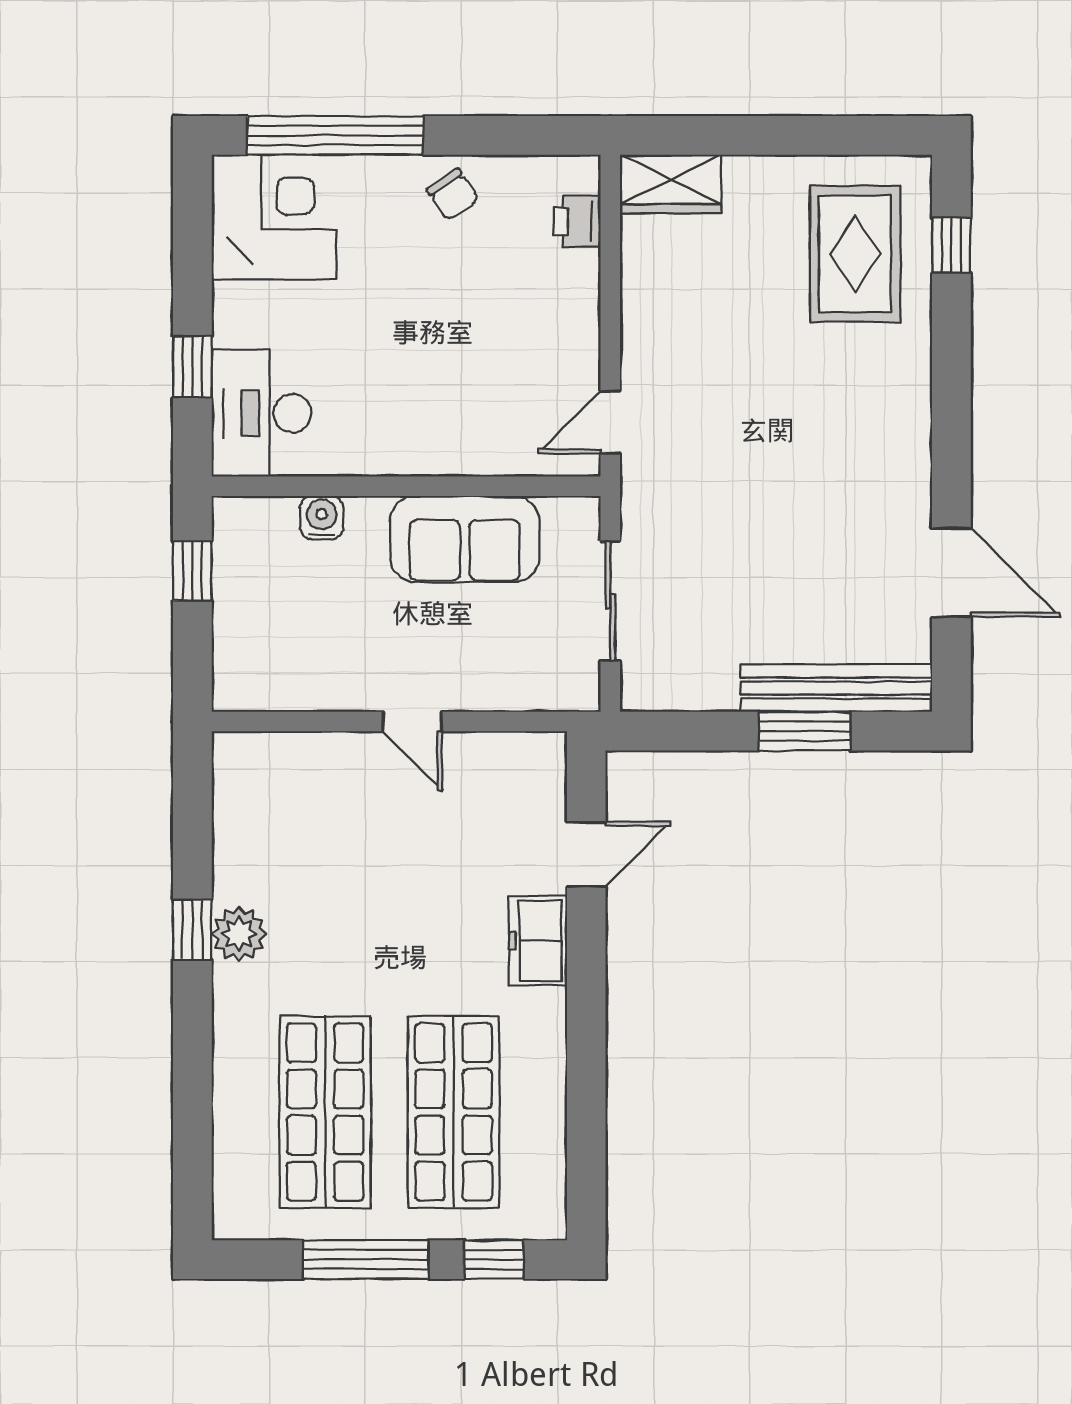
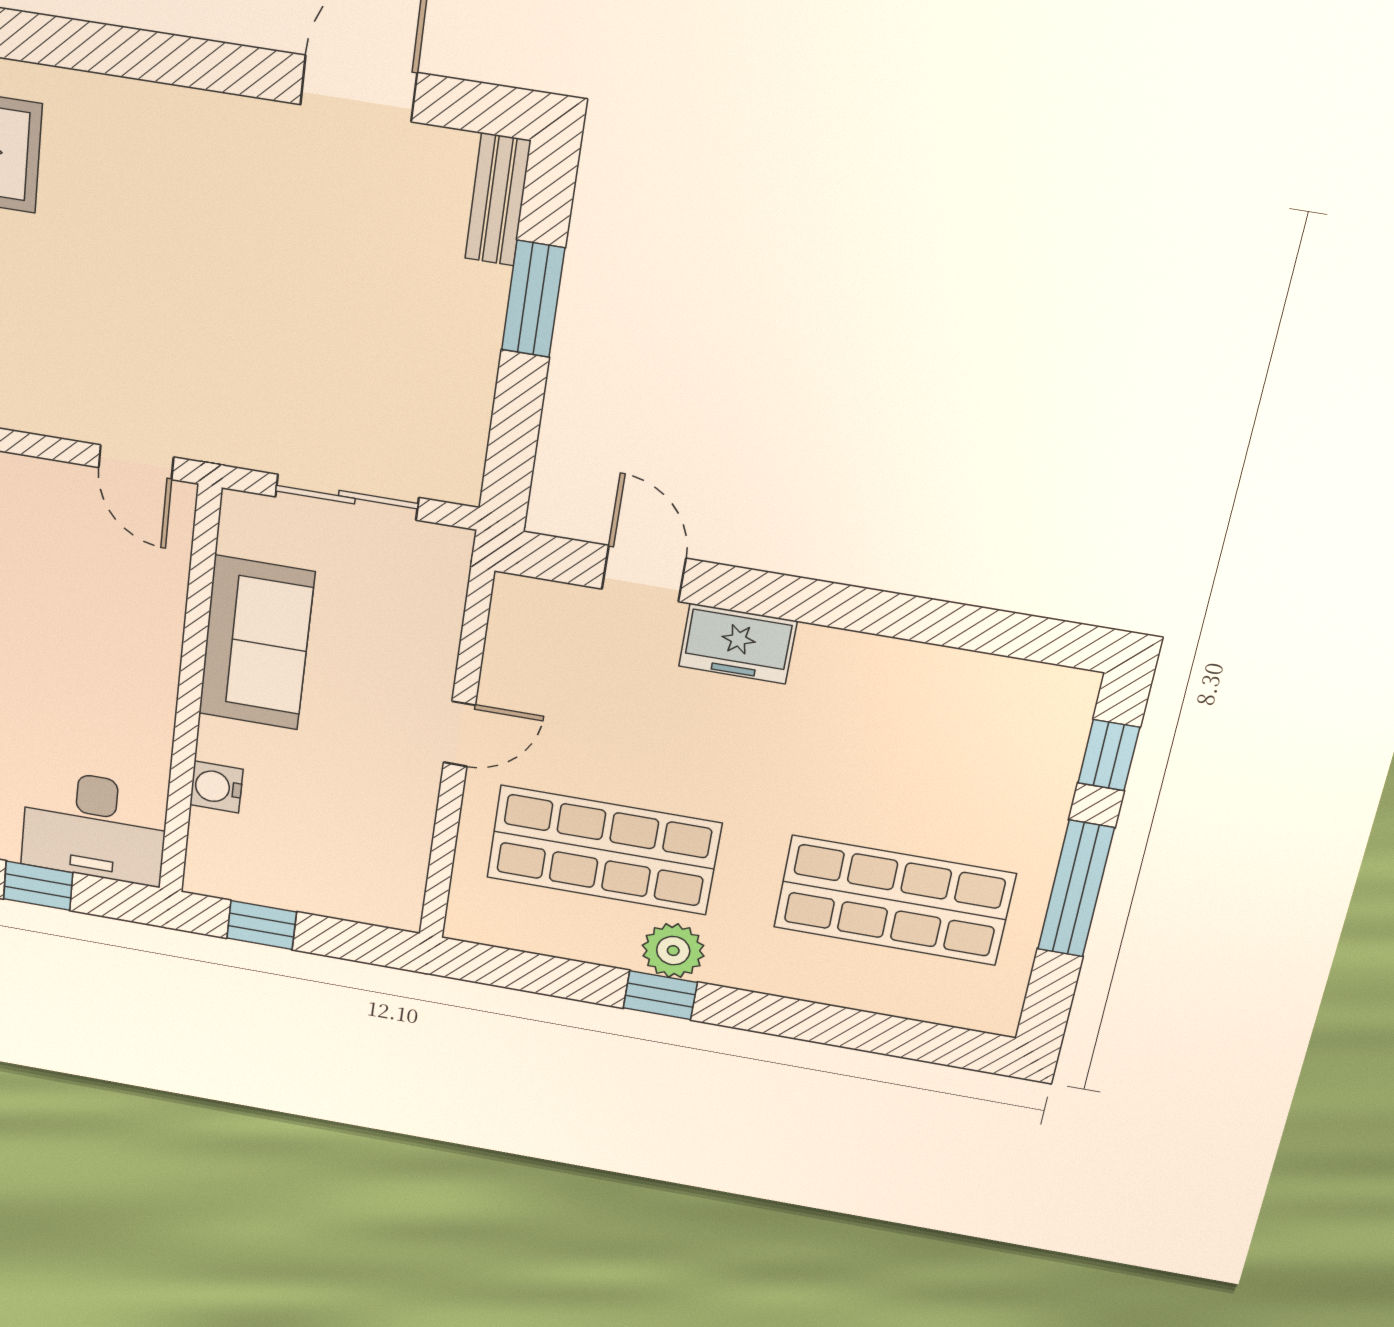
bench: (836, 688) -> (498, 200), width x0.54, depth x0.82
shop shelf: (454, 1112) -> (604, 850), moved

